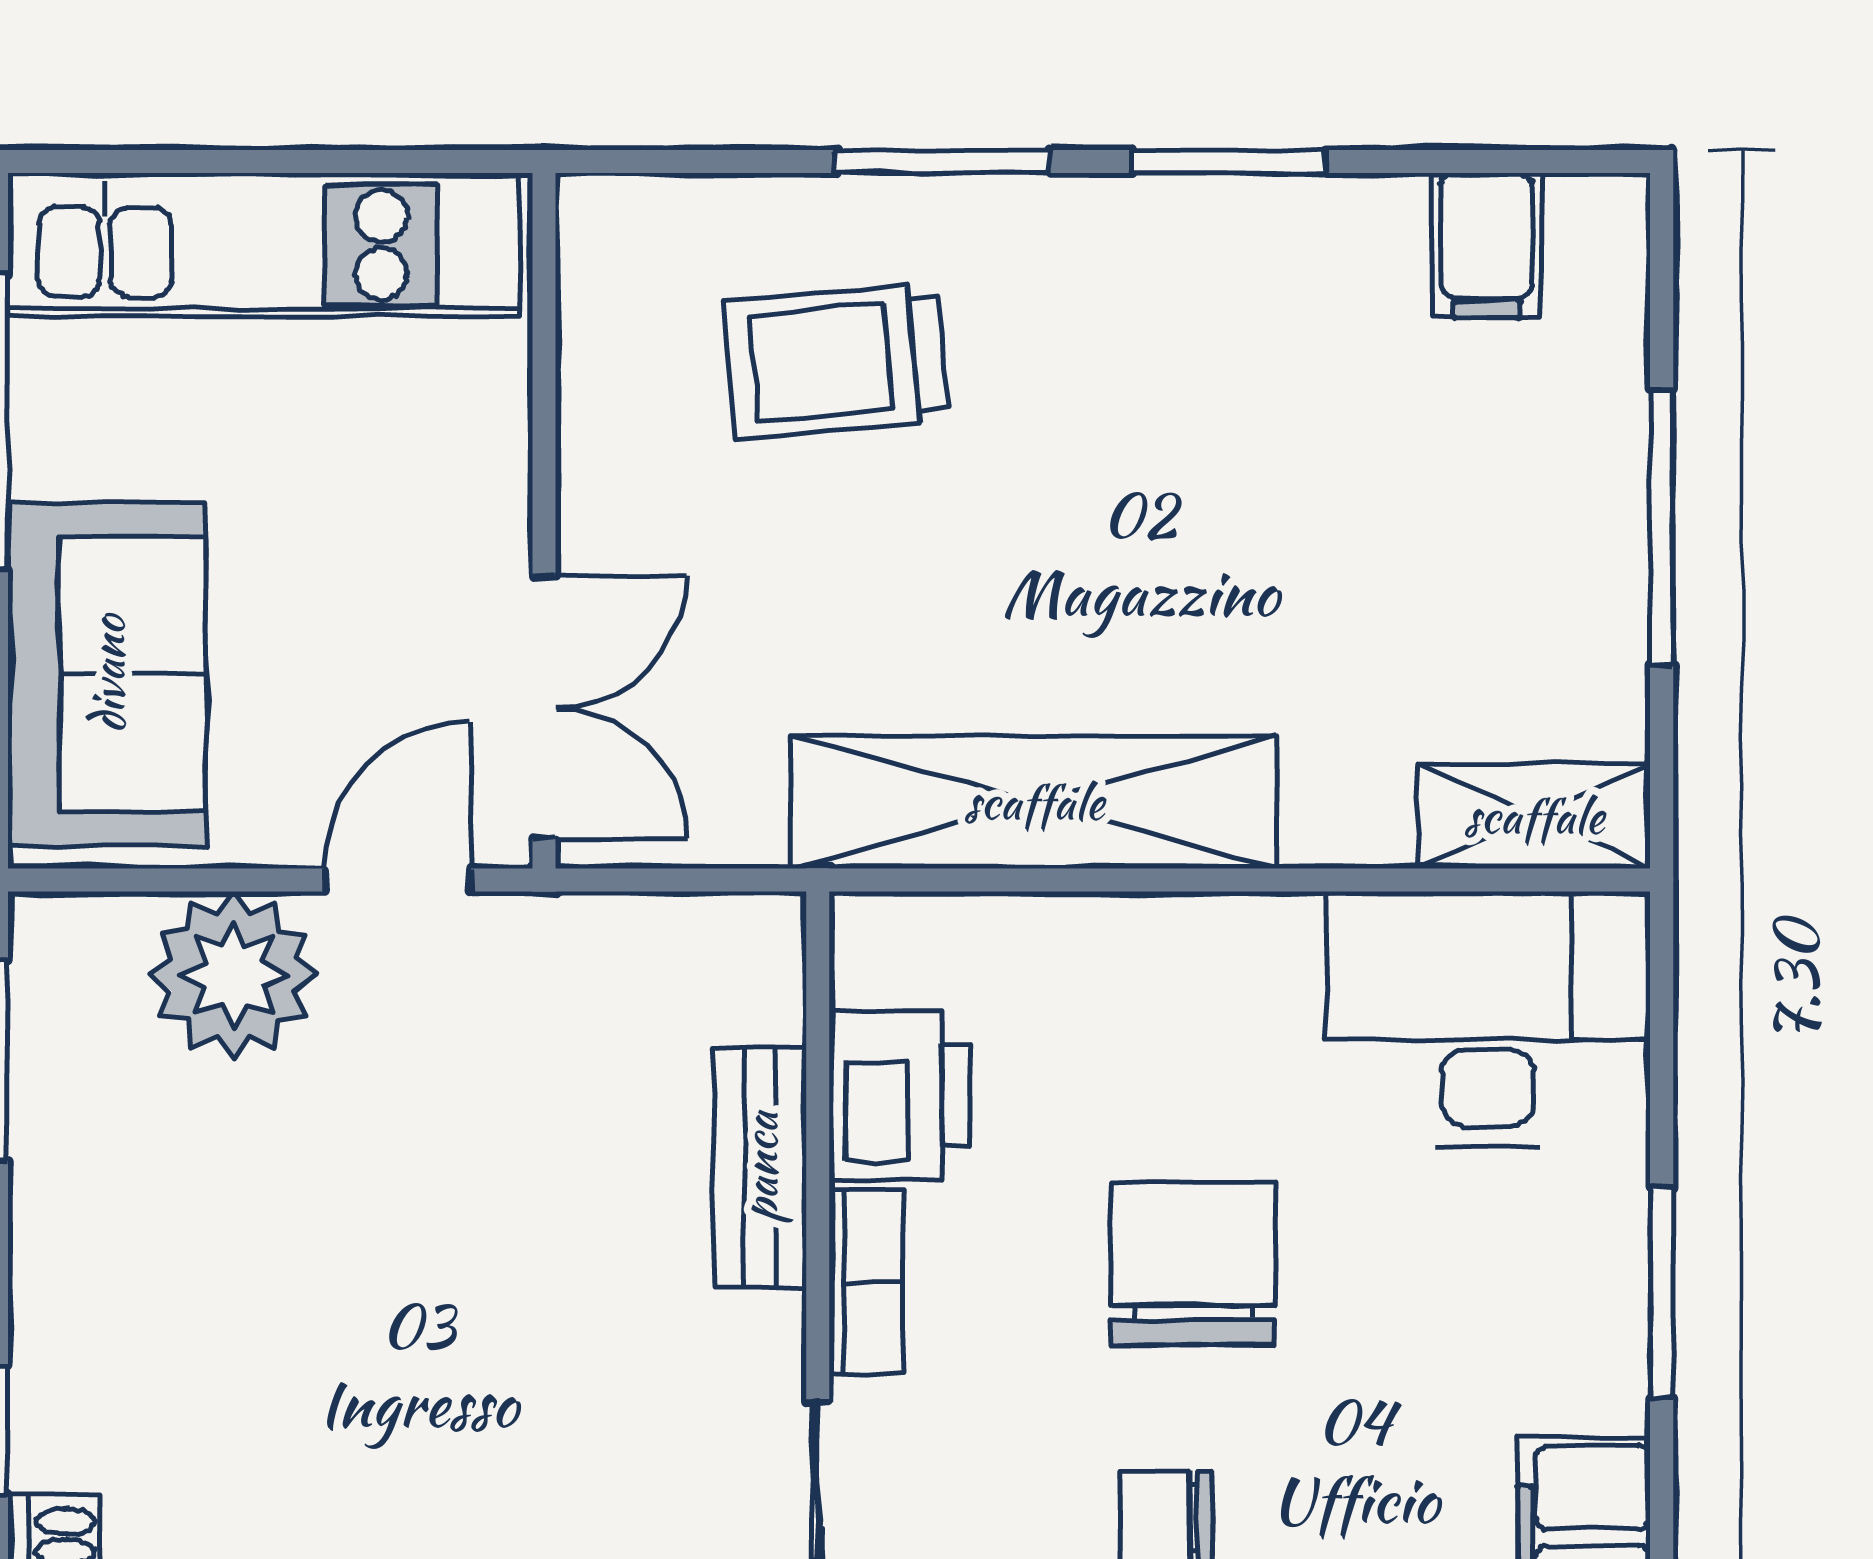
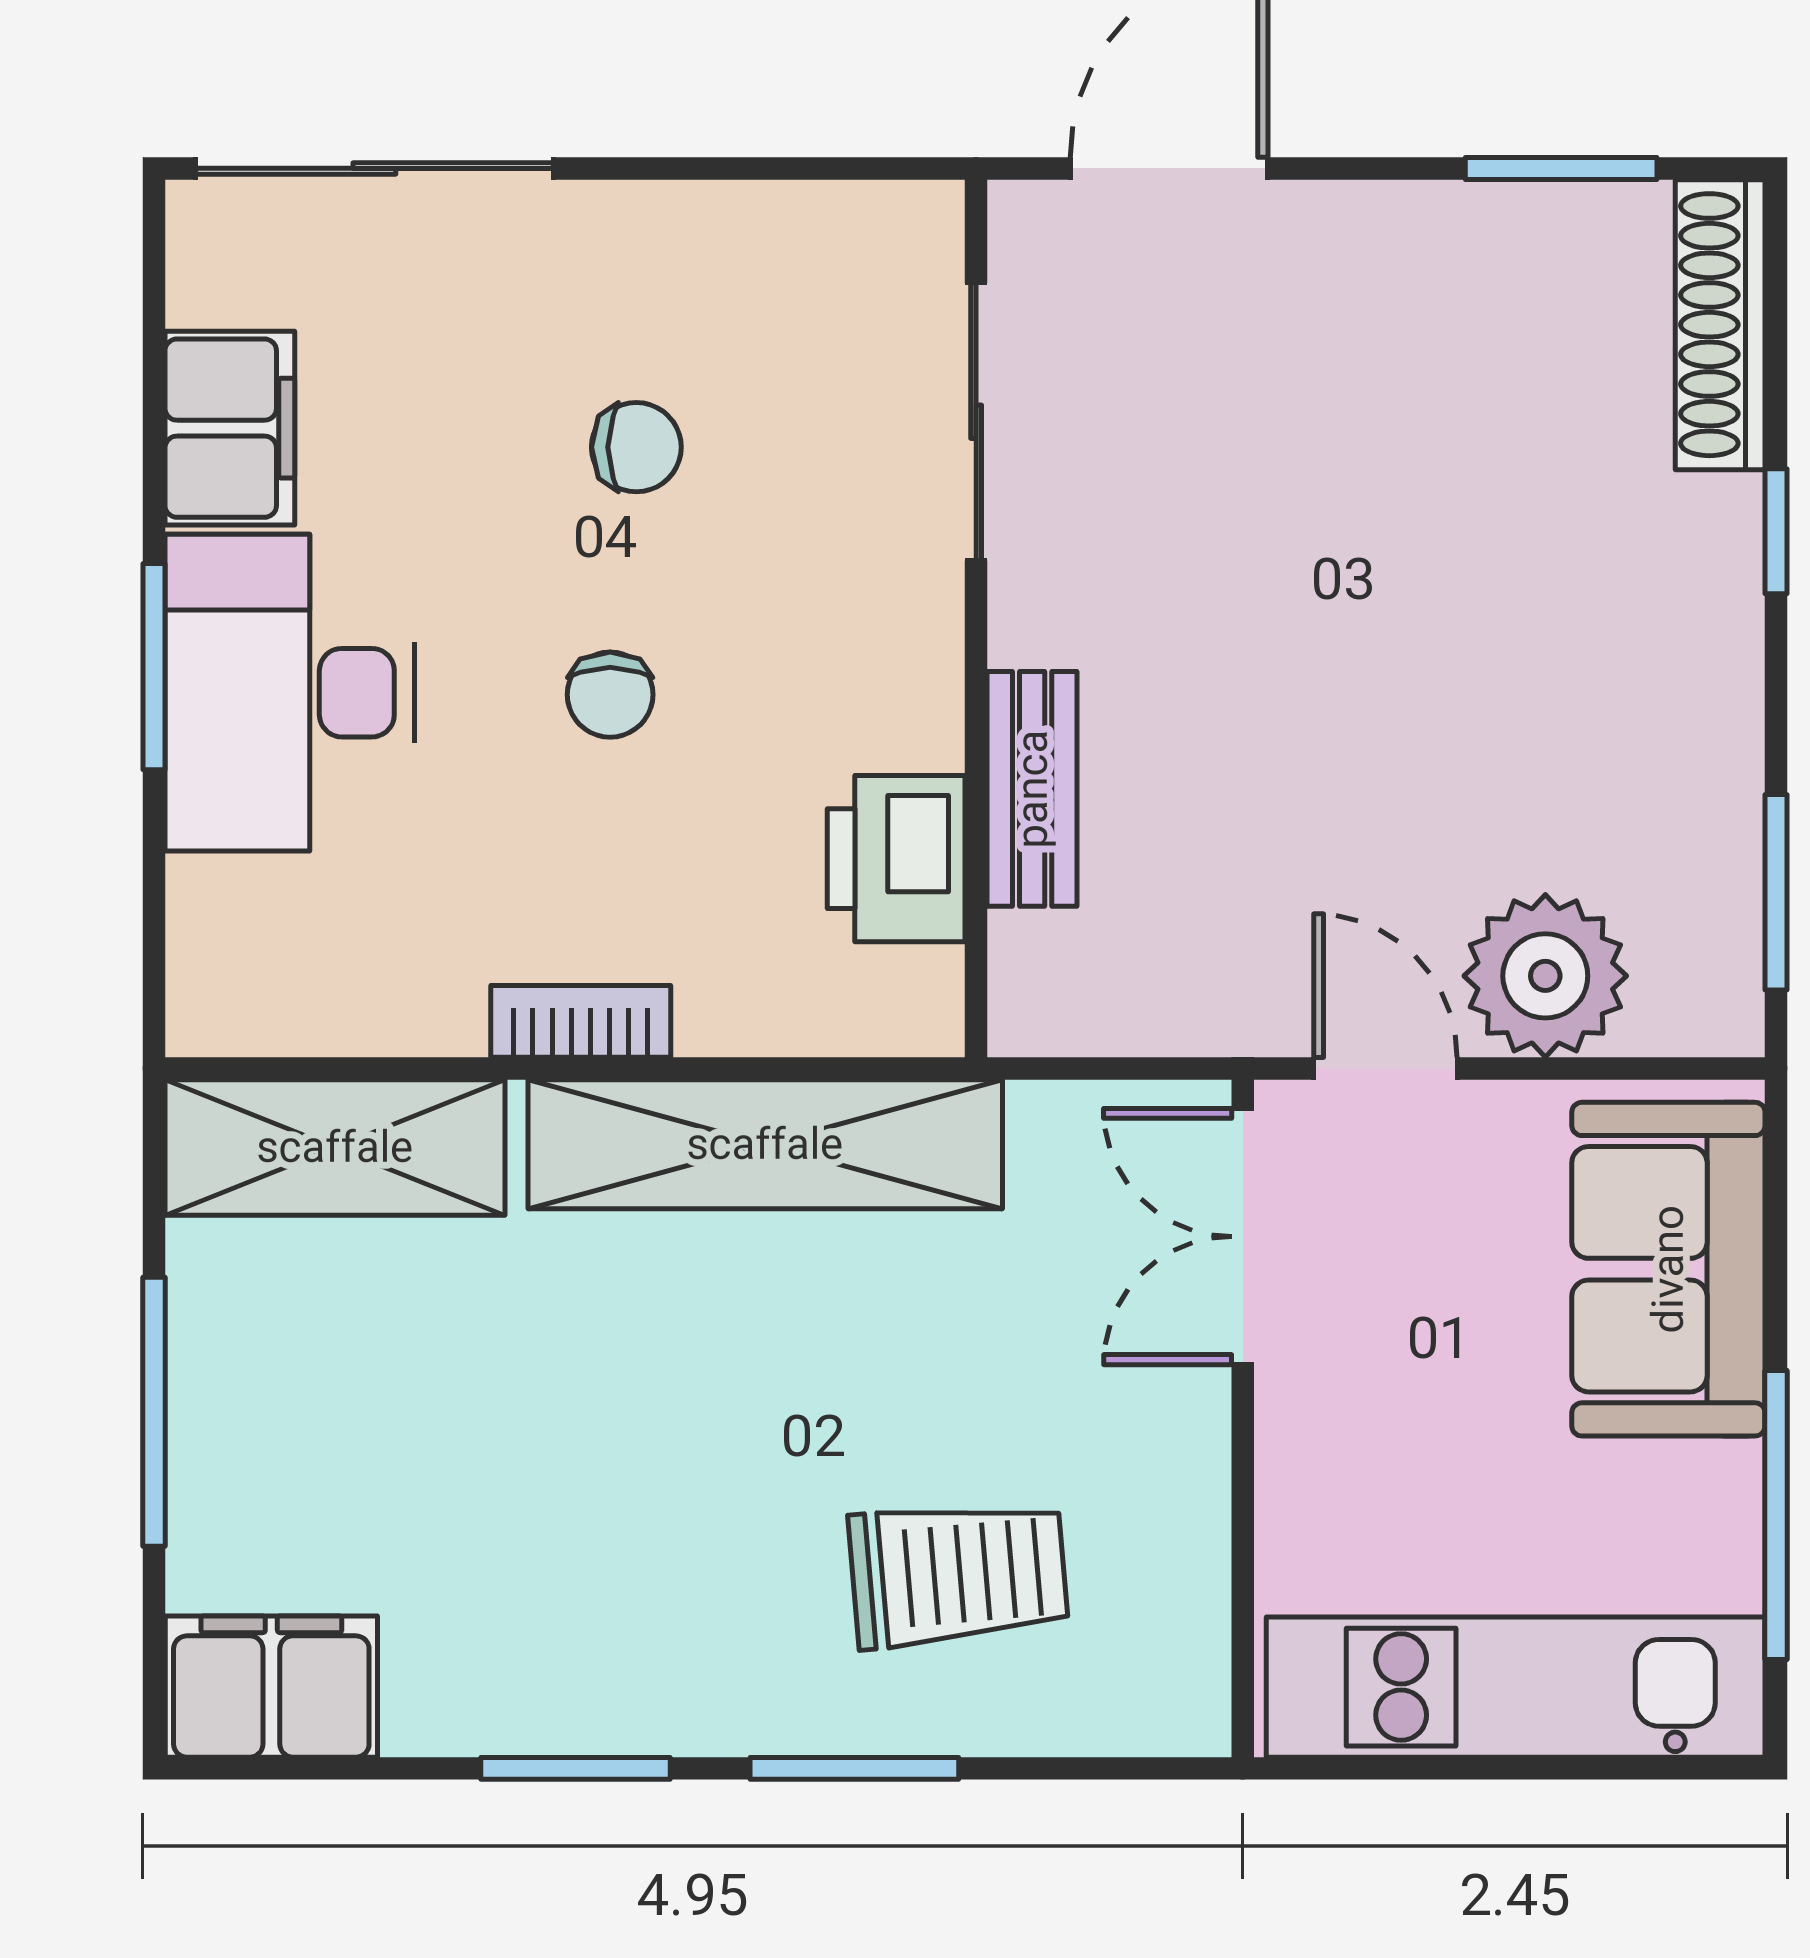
filing cabinet: (1487, 245) -> (271, 1687), width x2.00
shelving: (1534, 816) -> (335, 1147), width x1.50, depth x1.33
door: (398, 880) -> (1385, 1068), swing flipped
desk: (1487, 1019) -> (290, 693), moved, turned 90
chair: (1193, 1264) -> (610, 695), width x0.54, depth x0.54
bookcase: (866, 1282) -> (581, 1021), moved, turned 90

